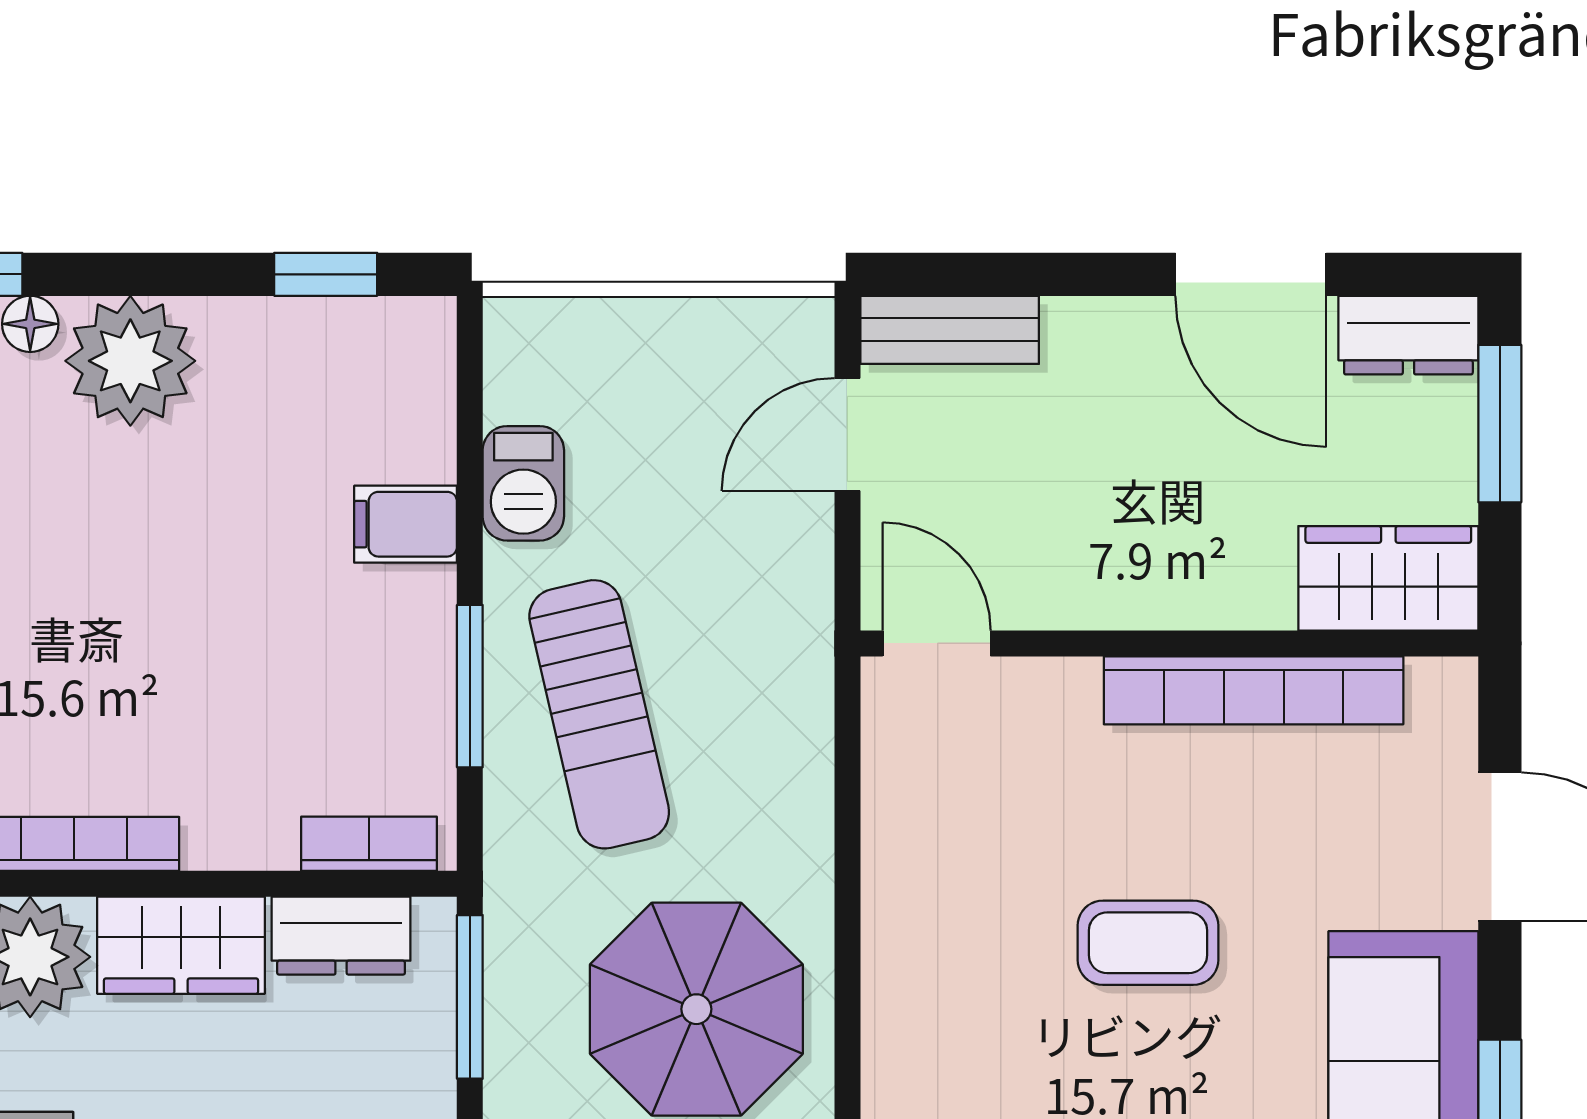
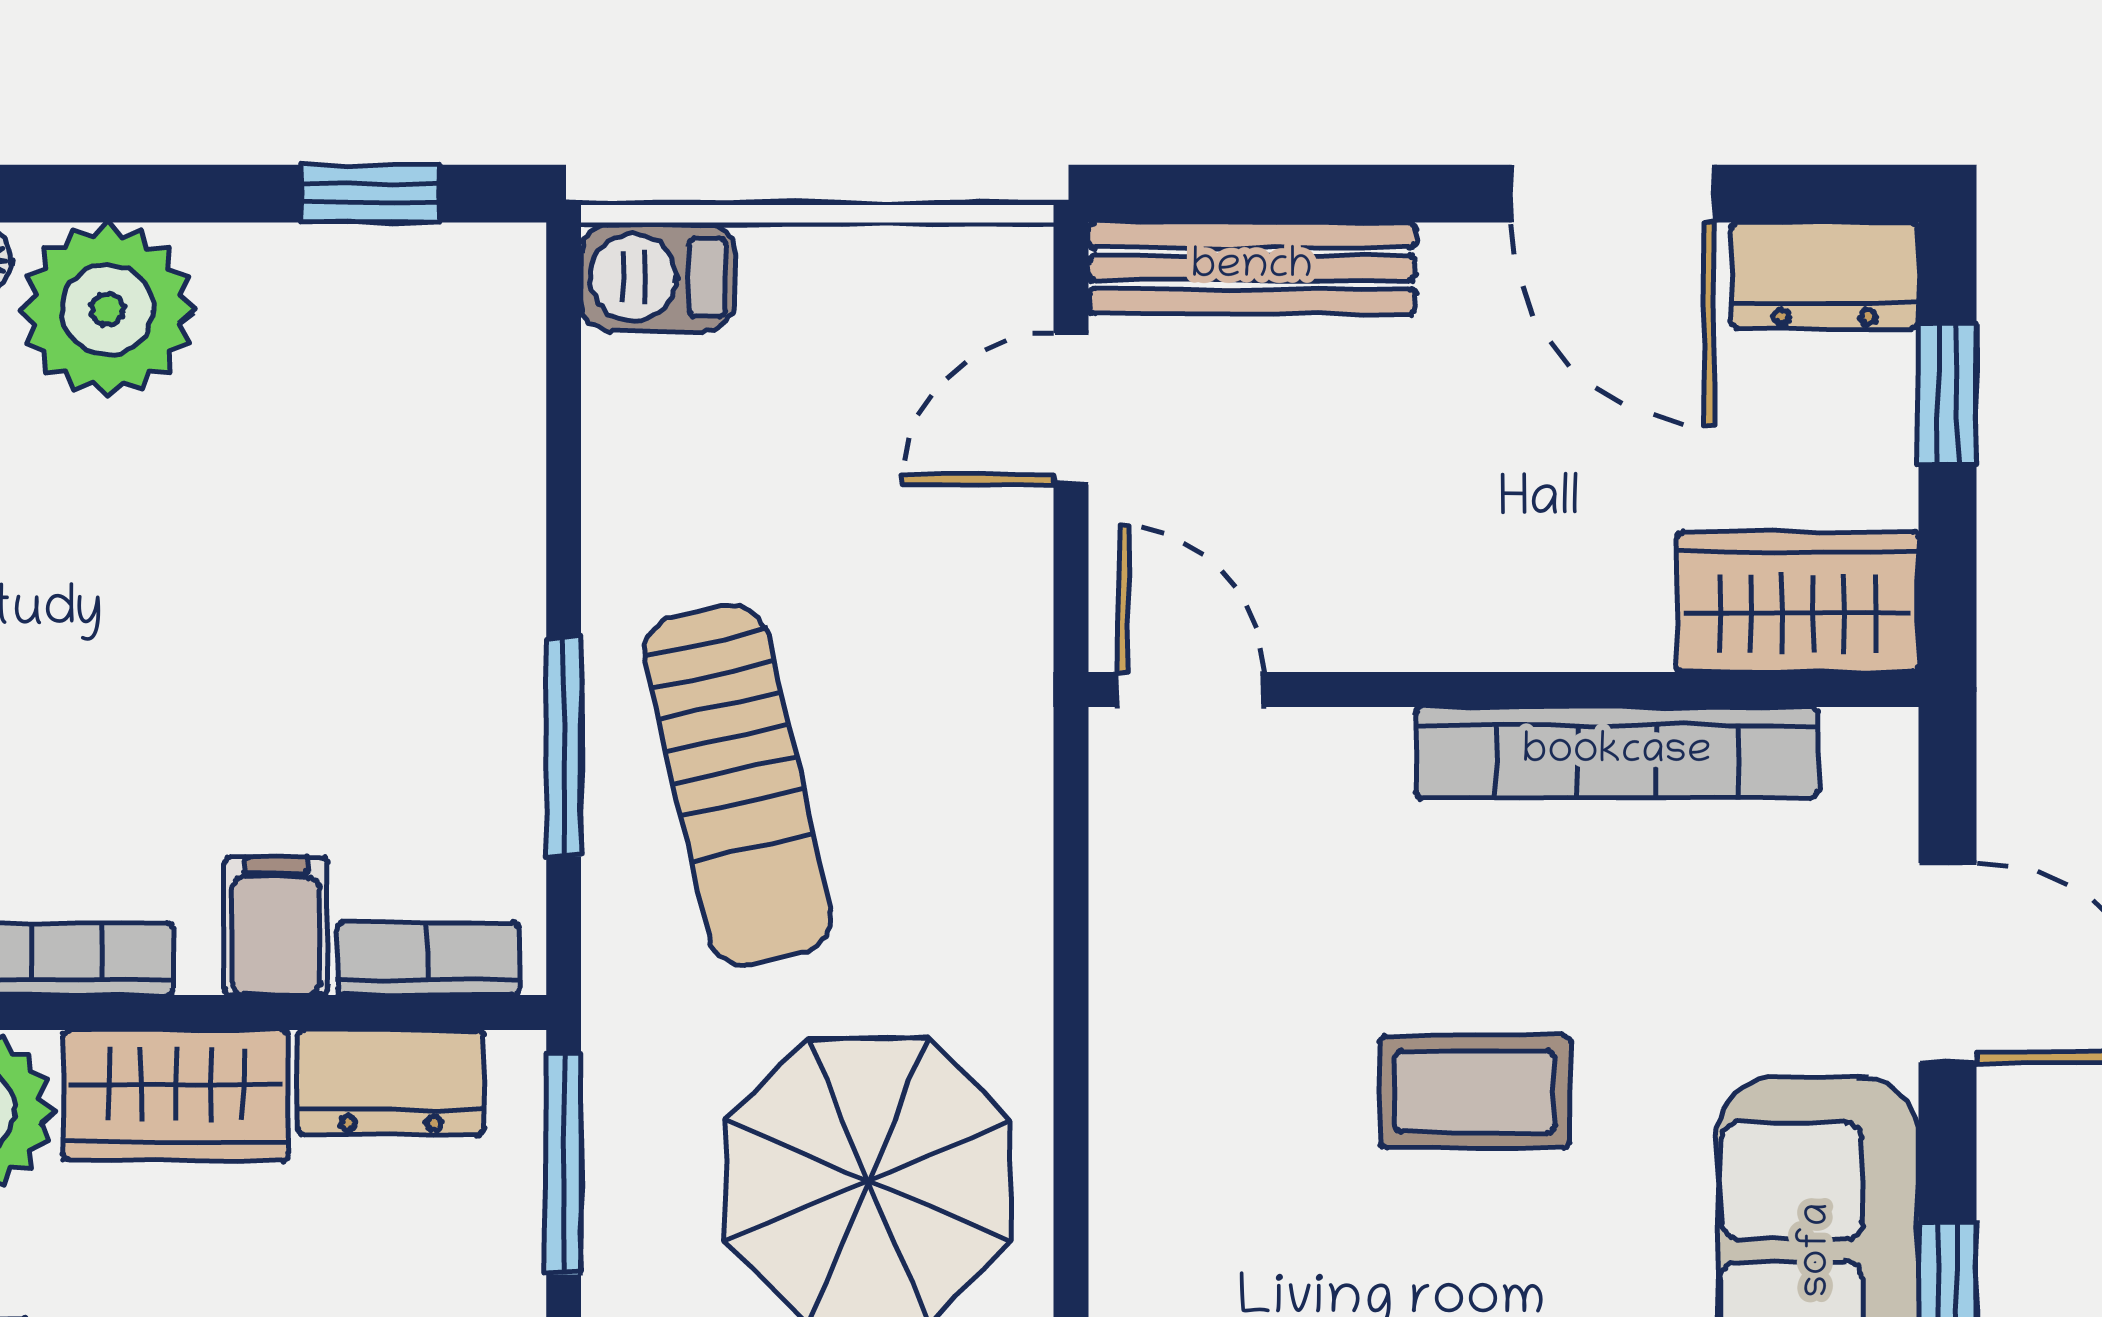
bench: (950, 330) -> (1252, 268), width x1.36
window: (1500, 424) -> (1948, 394), width x0.67
barbecue: (523, 483) -> (658, 277), moved, turned 90
filing cabinet: (406, 524) -> (276, 926), moved, turned 90

